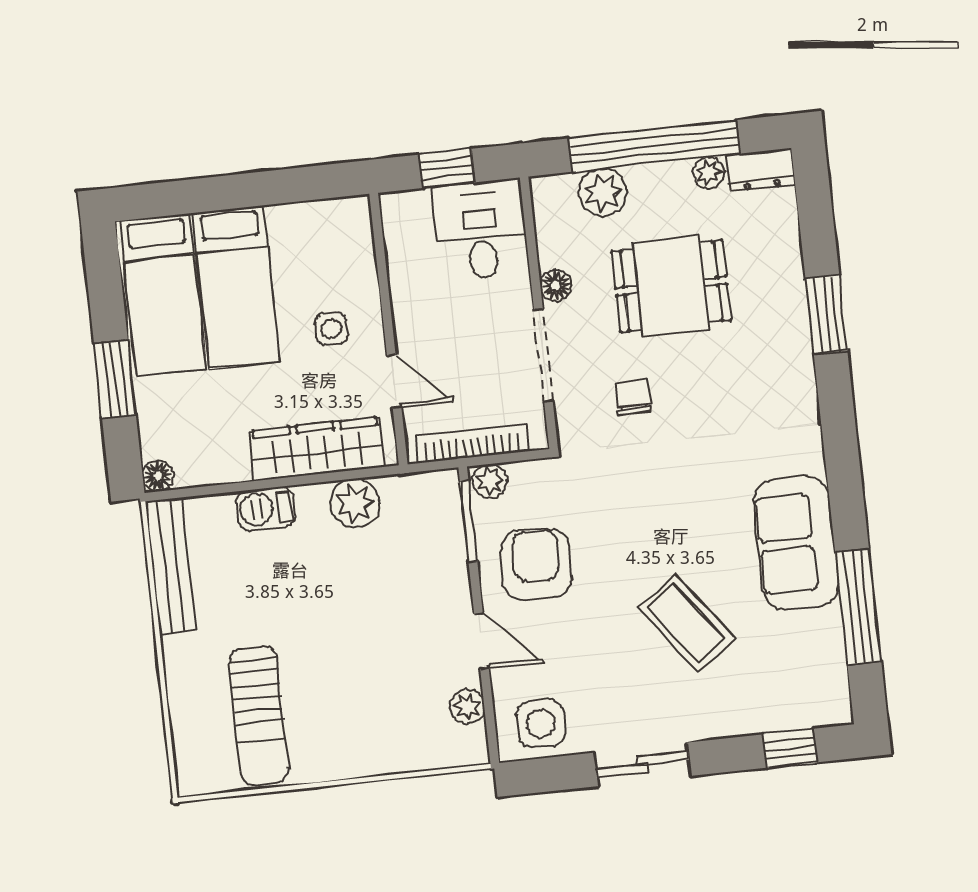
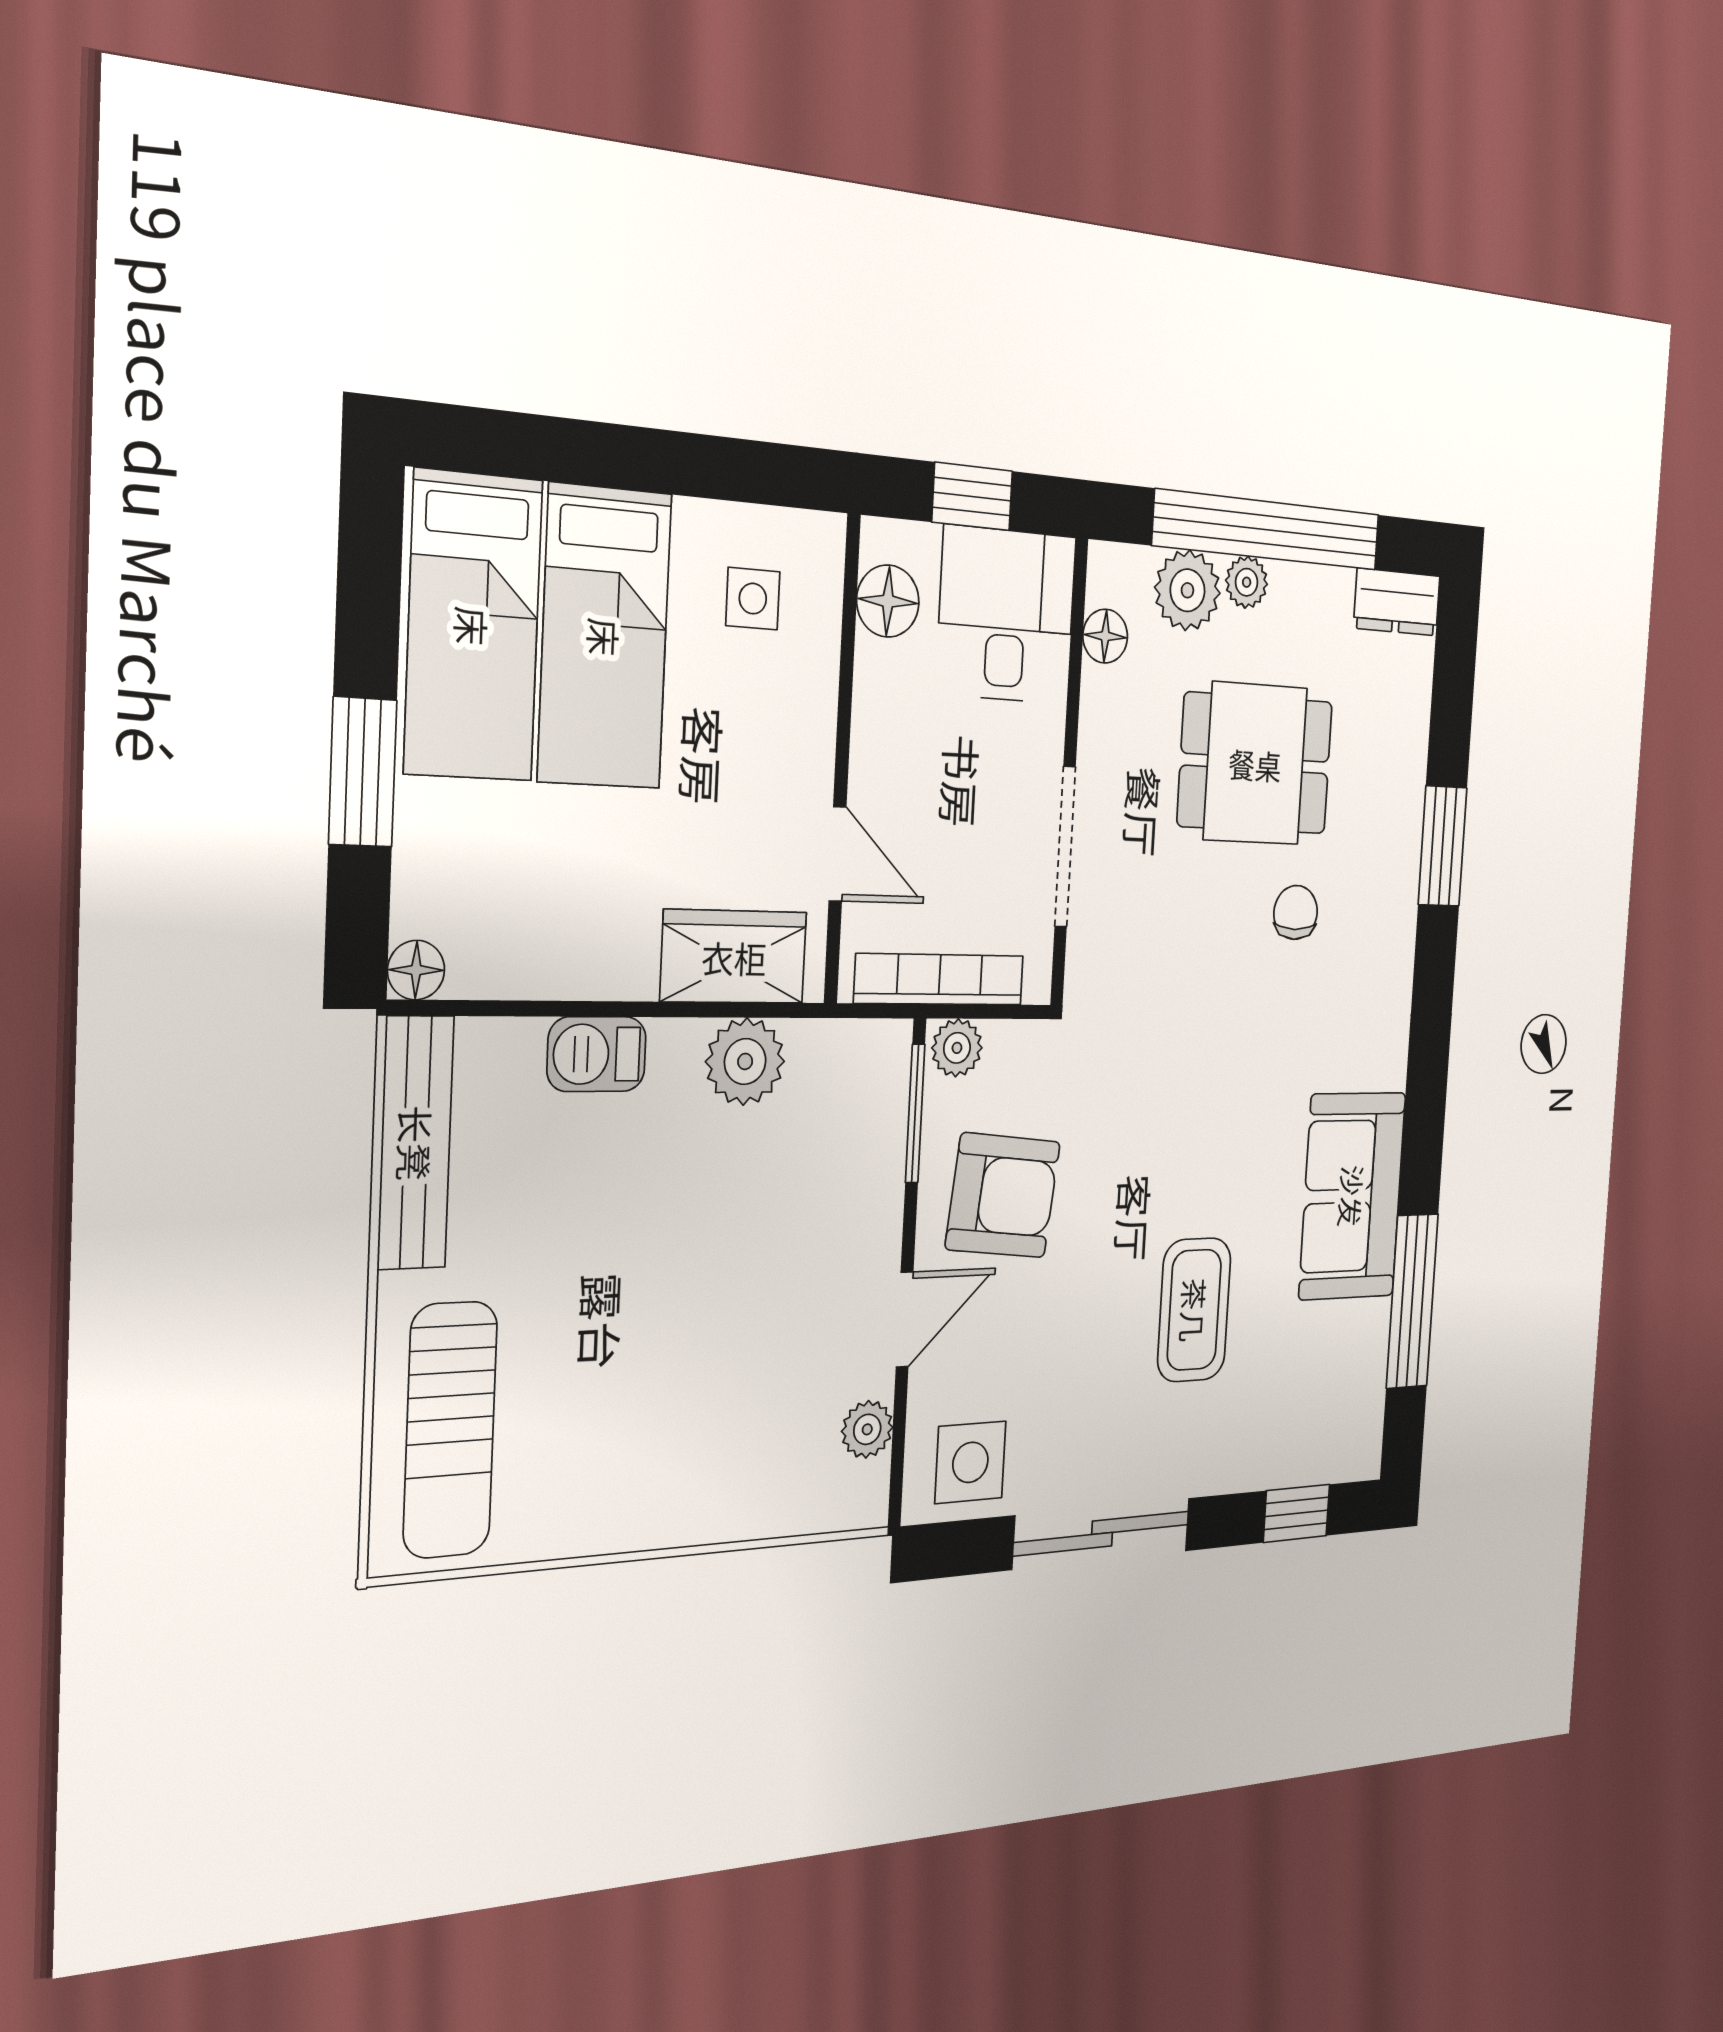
plant: (709, 173) -> (1247, 582), moved
floor lamp: (403, 237) -> (888, 601), added
floor lamp: (556, 285) -> (1105, 636), moved
side table: (331, 329) -> (753, 599), moved
chair: (633, 397) -> (1296, 912), moved
wardrobe: (317, 449) -> (734, 957), width x0.67
armchair: (536, 564) -> (1003, 1195), turned 93
coffee table: (686, 623) -> (1194, 1310), turned 37
door: (482, 641) -> (905, 1320), hinge flipped
sun lounger: (259, 716) -> (450, 1430), moved
sliding door: (642, 764) -> (1102, 1534), width x1.37

